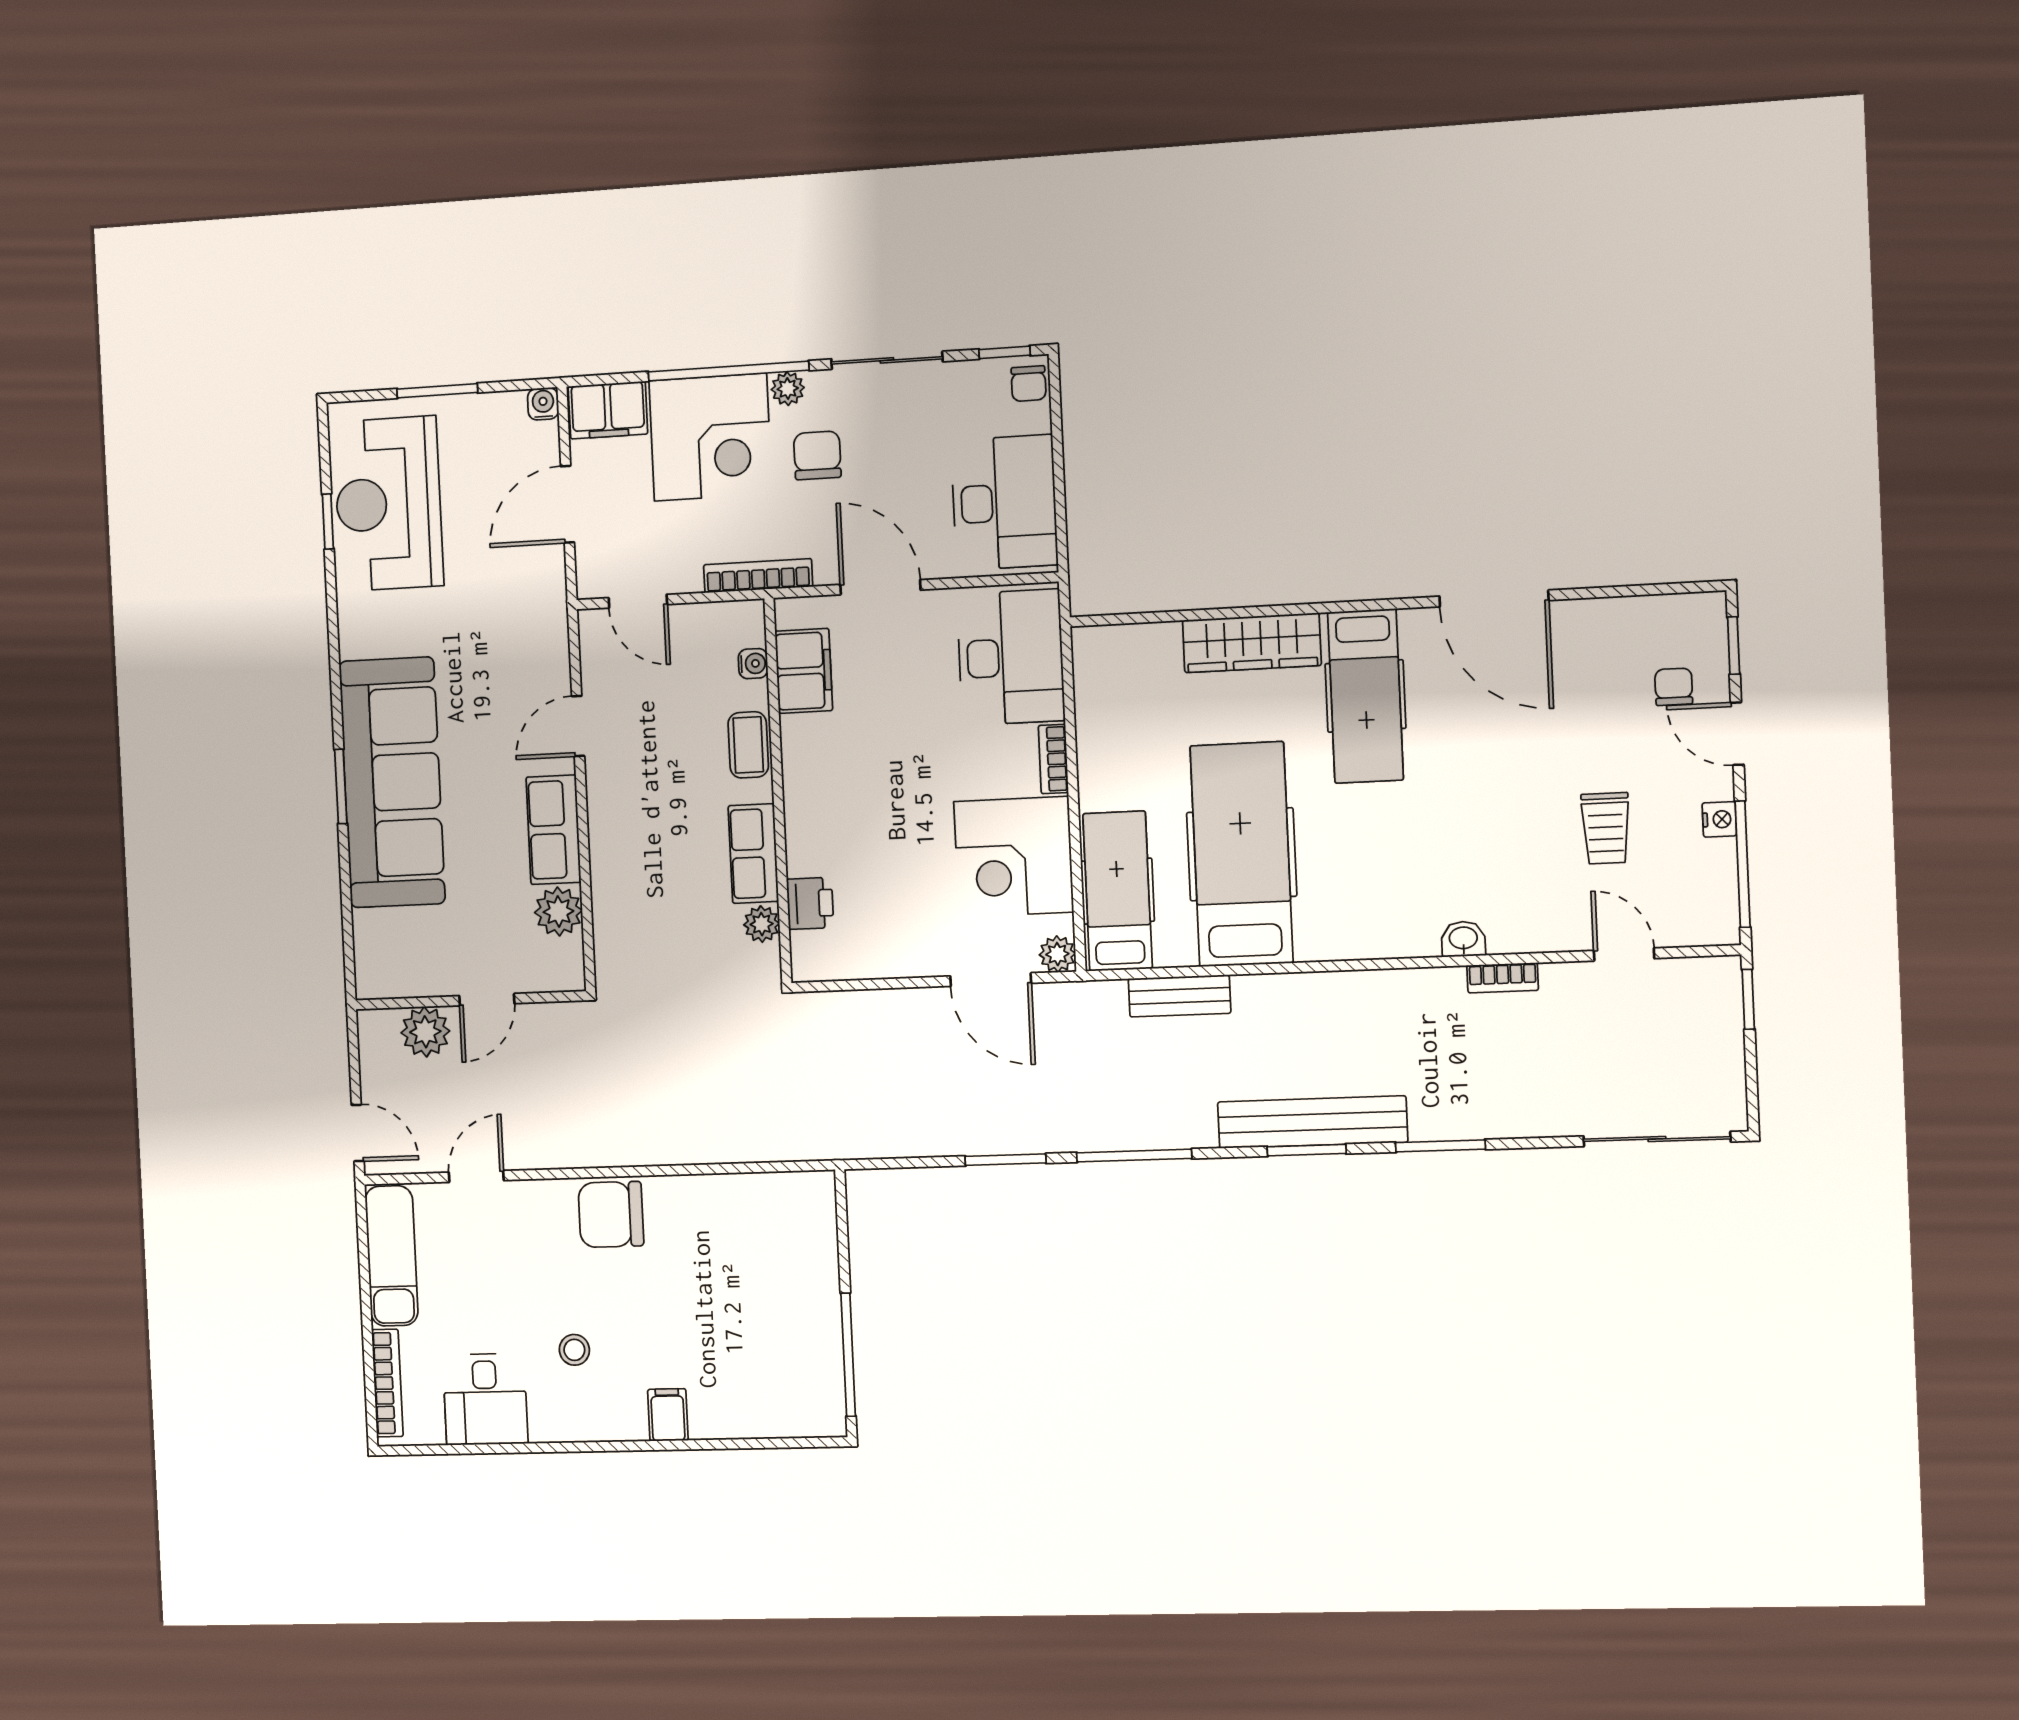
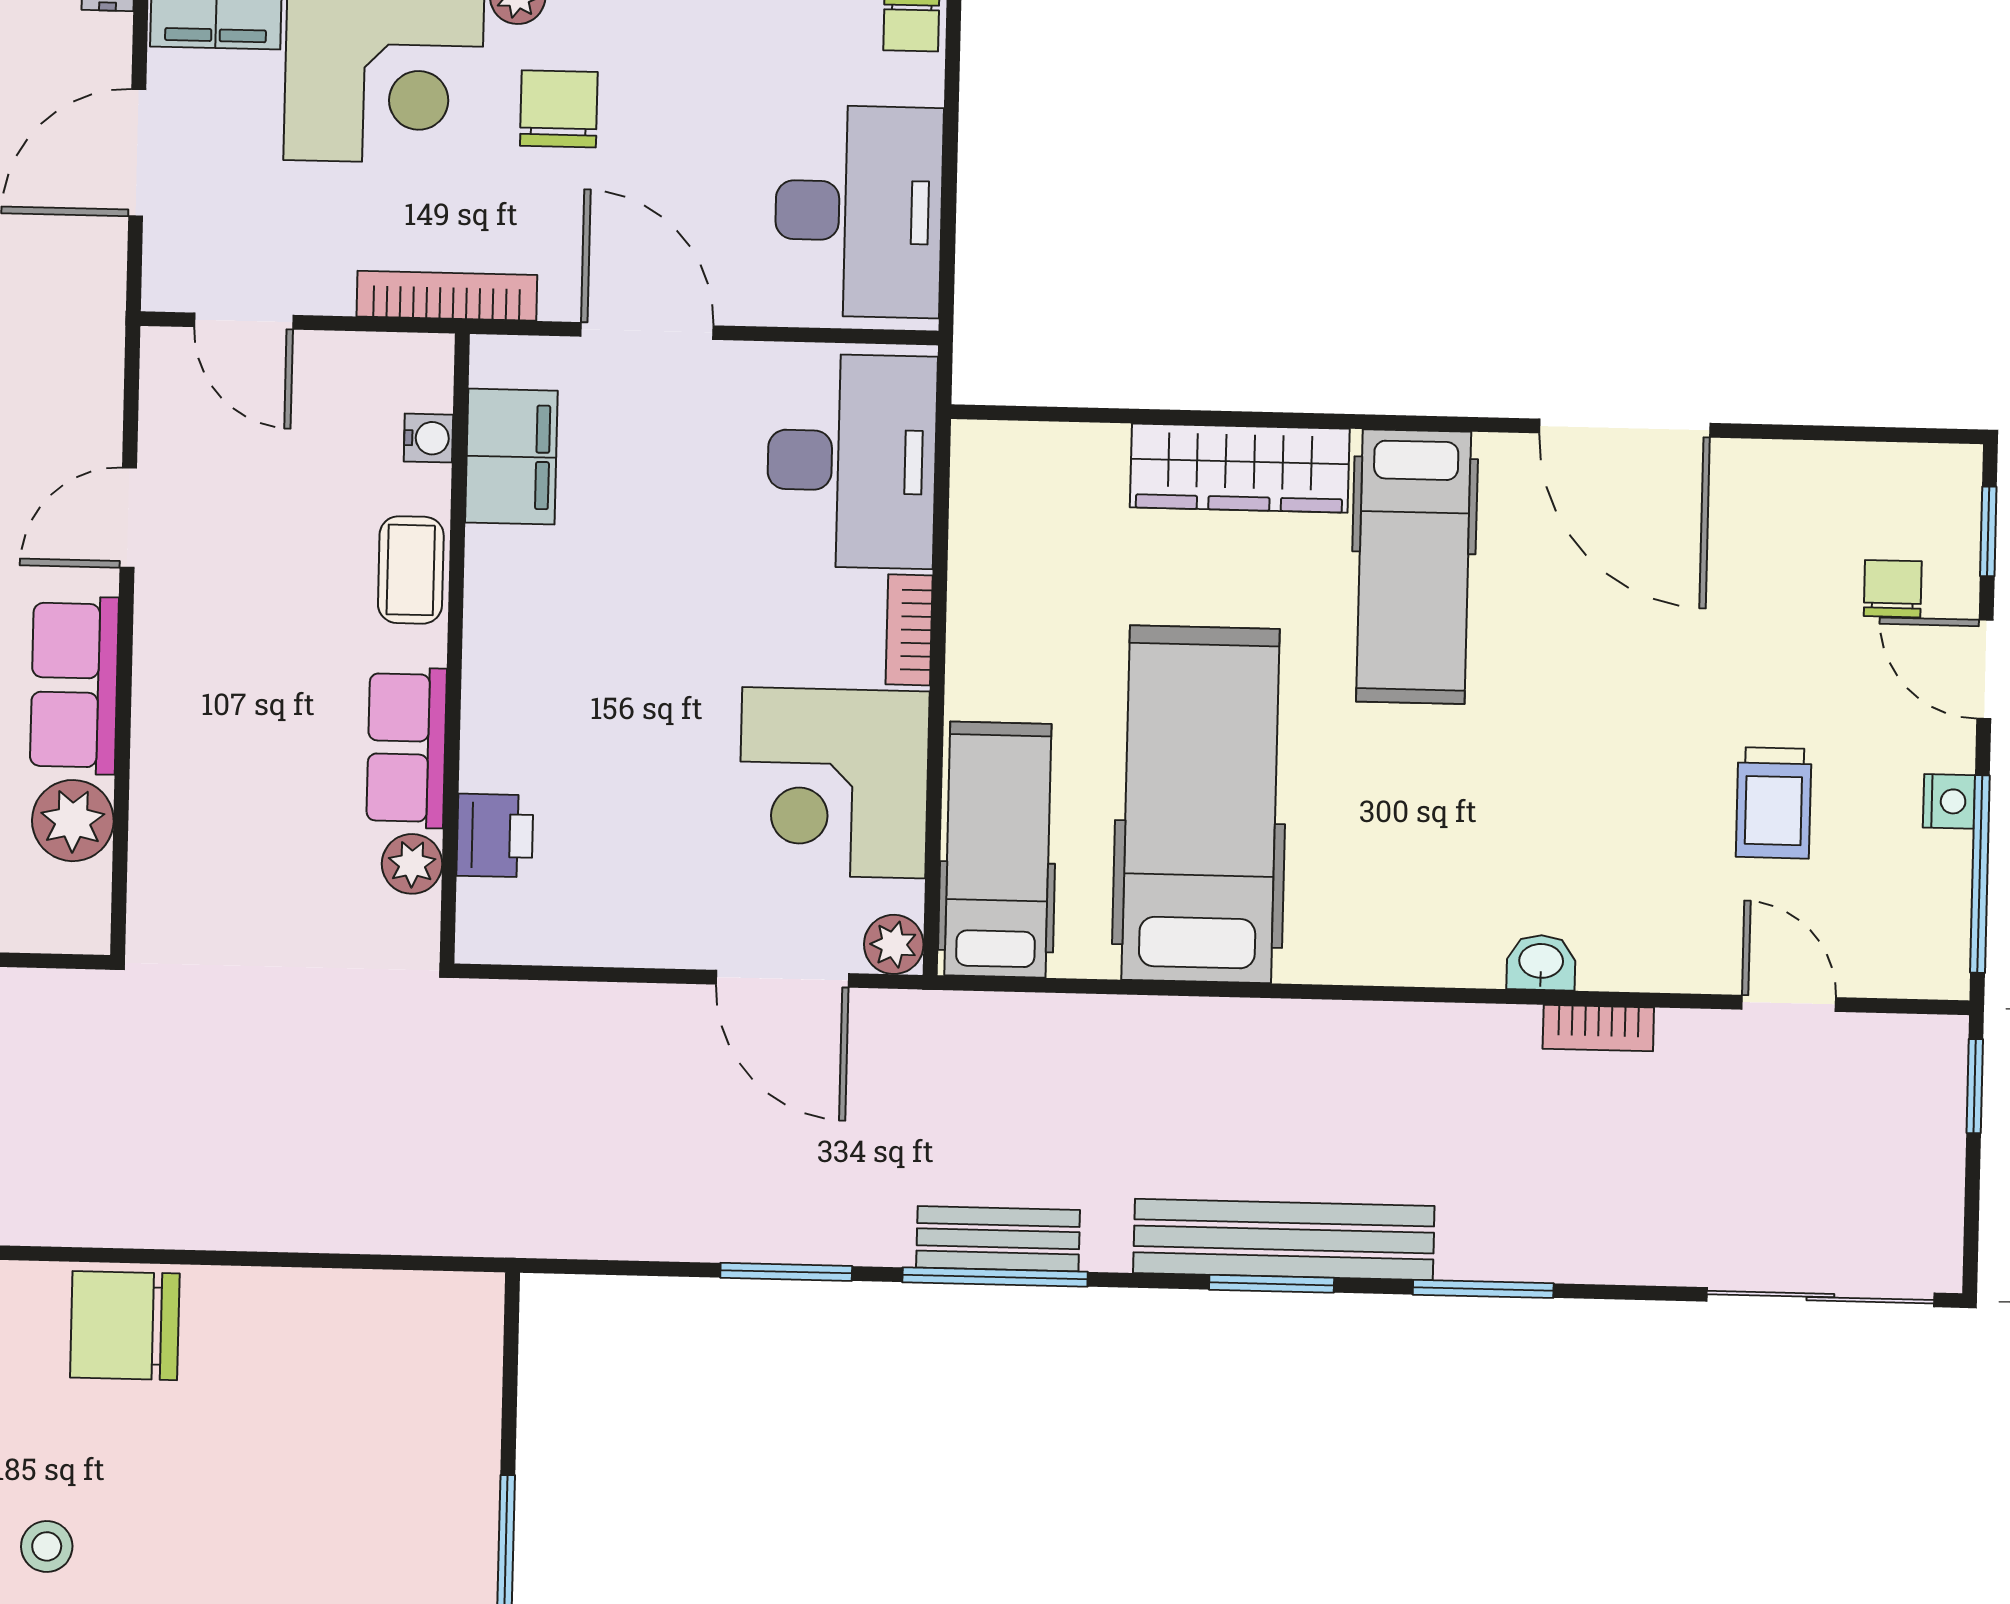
bench: (1179, 996) -> (998, 1239), moved

